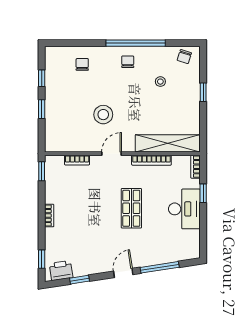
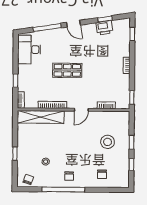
stool: (103, 115) -> (108, 142), moved
shop shelf: (131, 208) -> (67, 70), turned 90
desk: (184, 209) -> (29, 50), moved
printer: (61, 271) -> (104, 28), moved
door: (123, 273) -> (73, 24), hinge flipped

